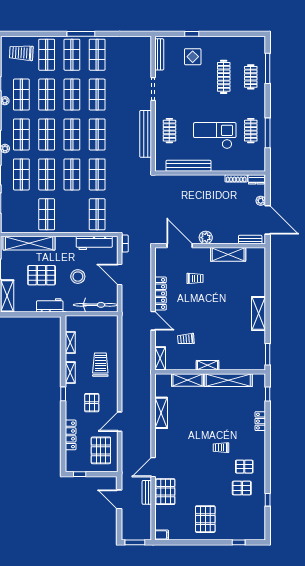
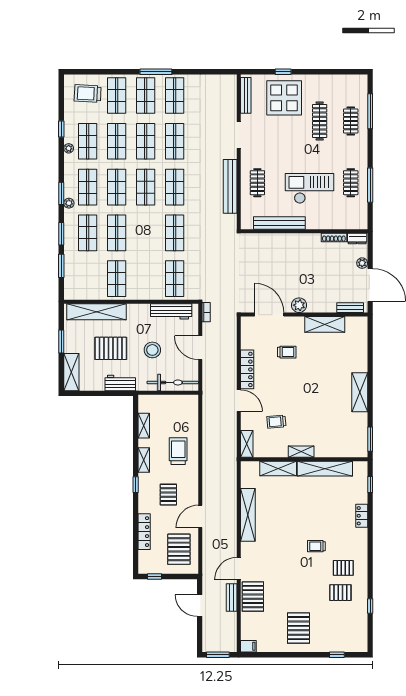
display table: (193, 57) -> (284, 98), width x1.86, depth x1.86
shop shelf: (72, 174) -> (146, 233), removed
shelving: (161, 413) -> (248, 515), width x1.47

